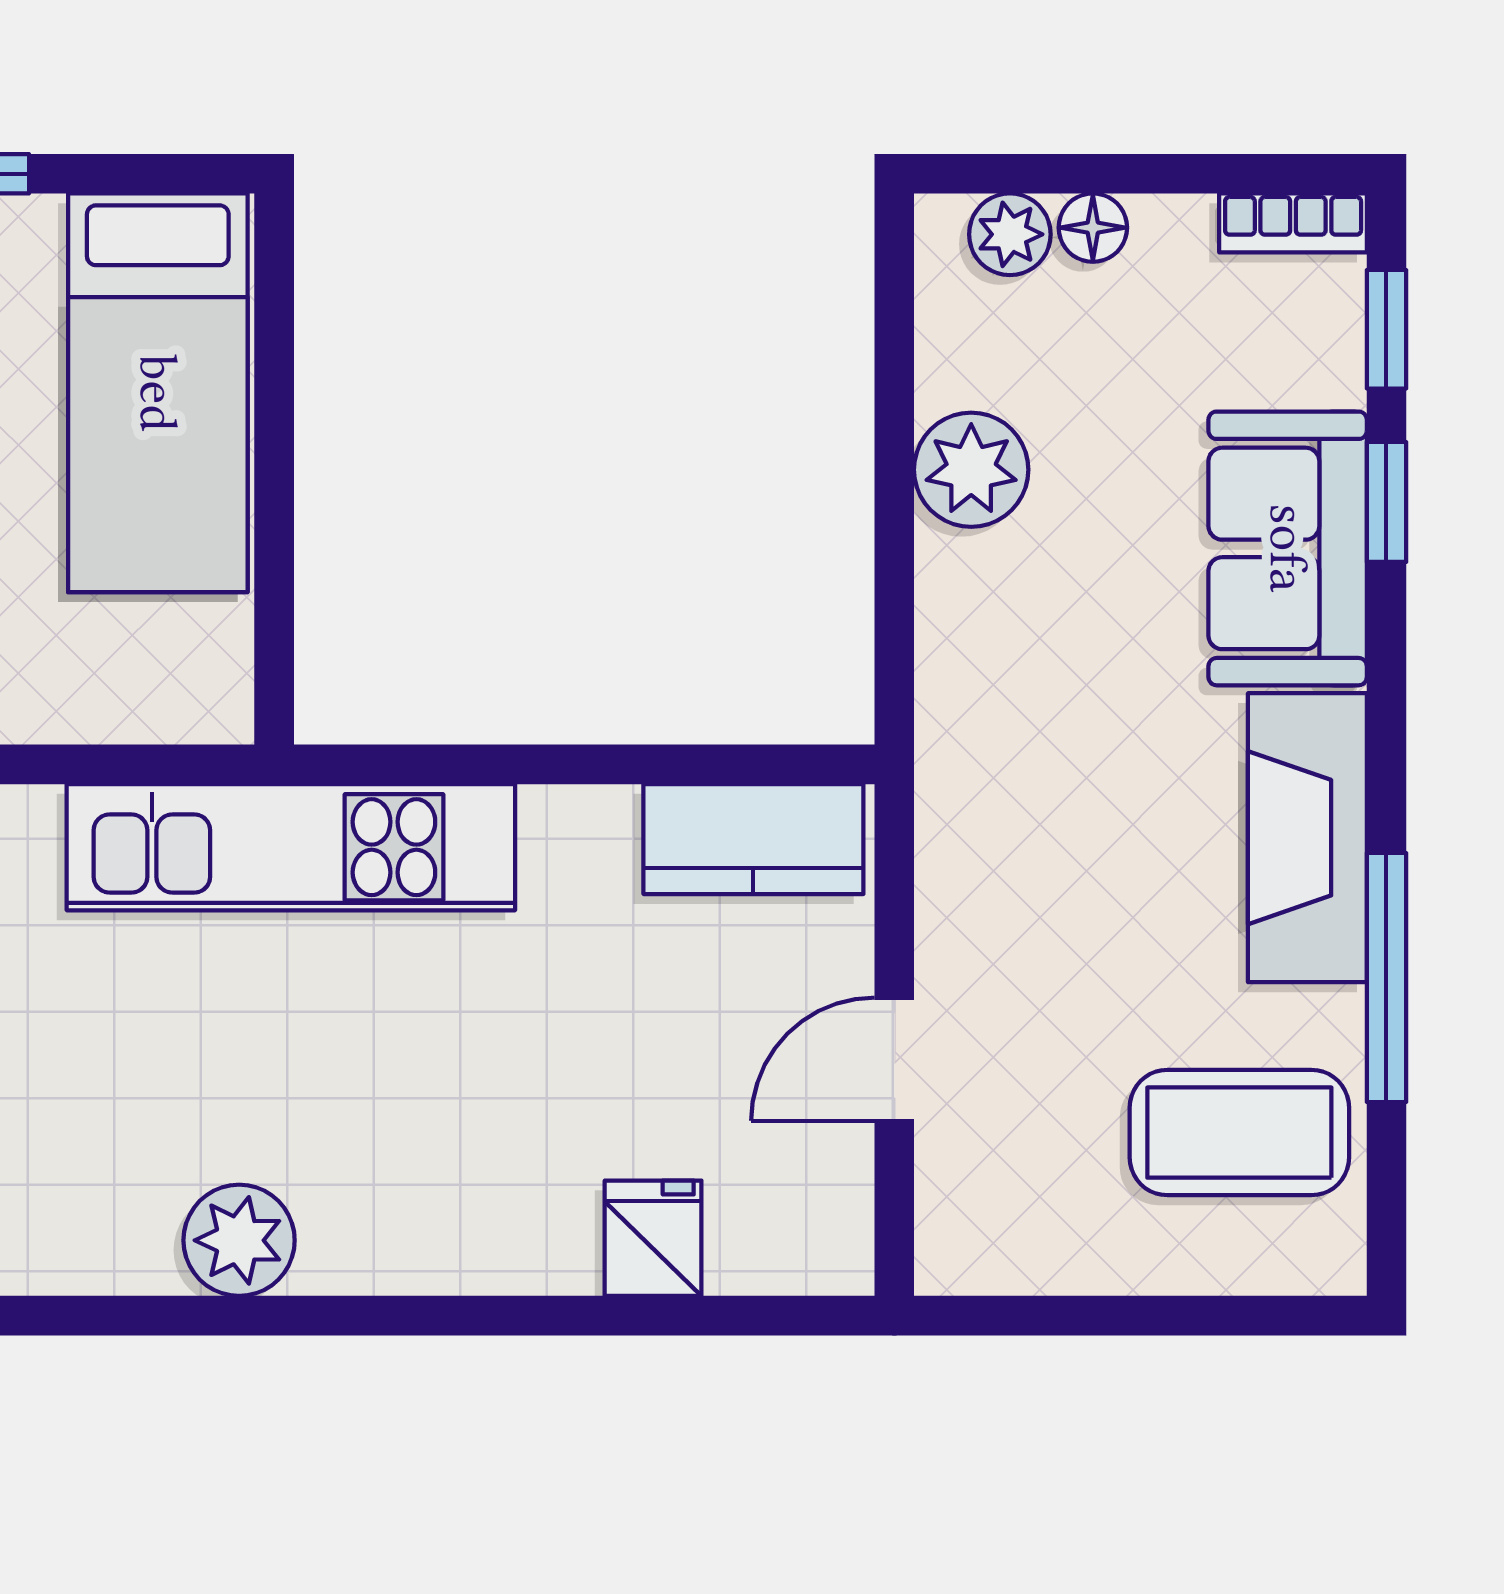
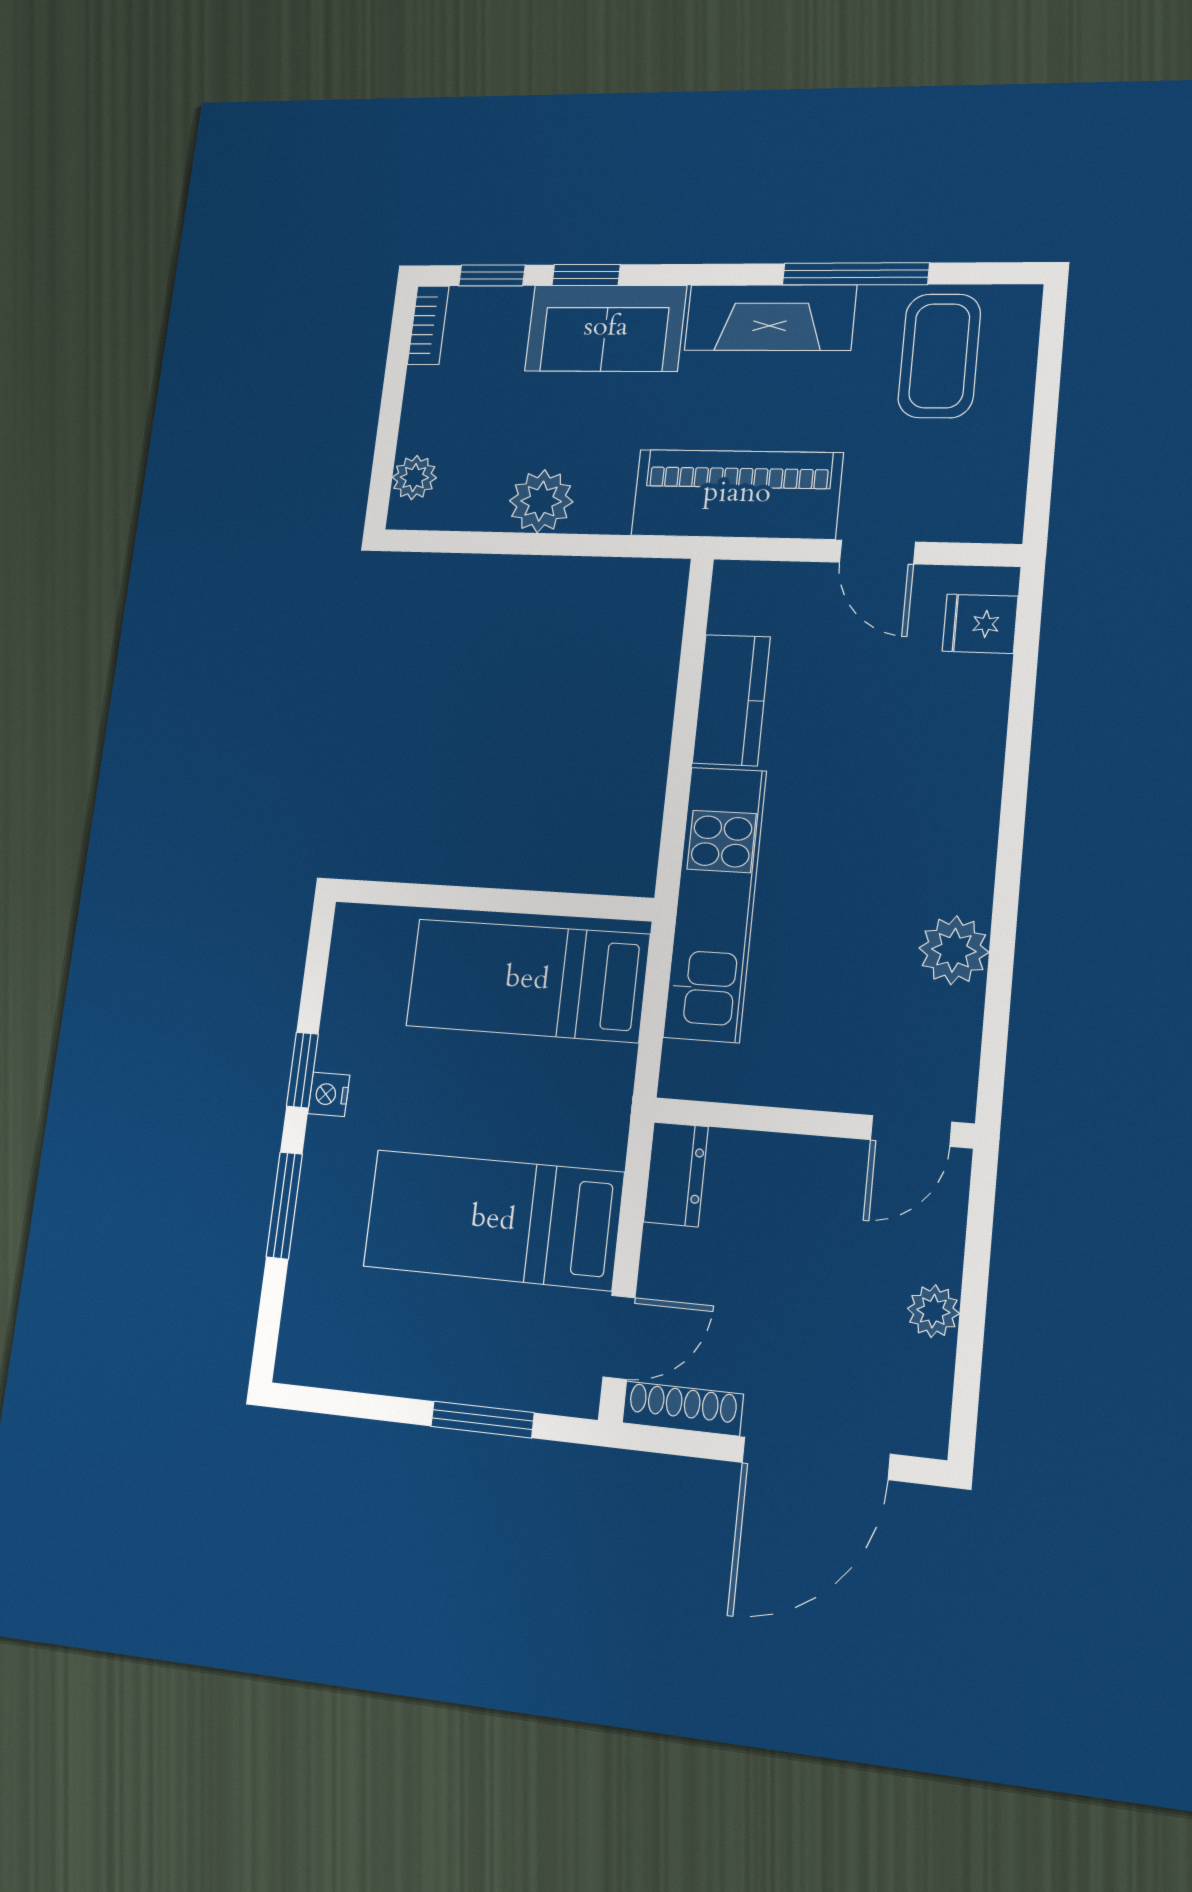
floor lamp: (1093, 228) -> (417, 432), removed
bed: (158, 393) -> (527, 980), moved, turned 180
piano: (990, 811) -> (737, 494), added
kitchen counter: (753, 839) -> (731, 700), moved
fridge: (653, 1238) -> (980, 624), moved

